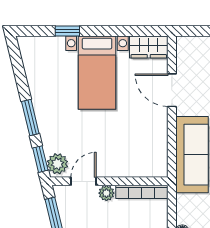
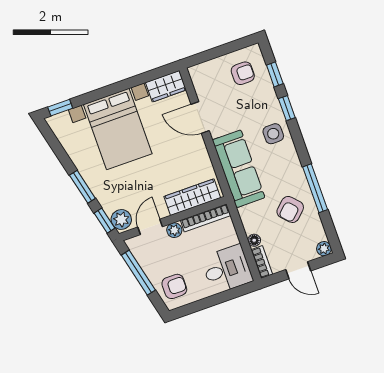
window: (67, 31) -> (60, 108), moved
bed with nightstands: (97, 73) -> (118, 129), width x1.36
wardrobe: (136, 167) -> (192, 197), added

